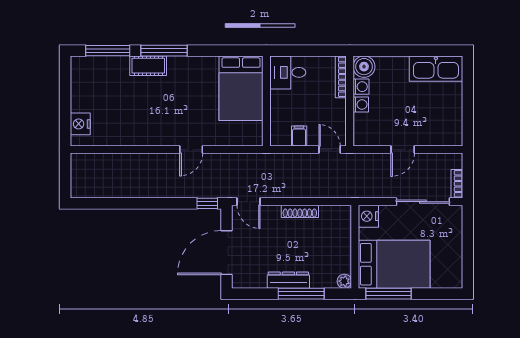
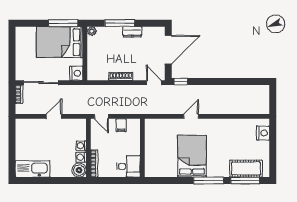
cot: (148, 66) -> (246, 169), moved, width x1.37, depth x1.34
bed: (241, 88) -> (192, 156), moved
dresser: (288, 280) -> (132, 32), width x0.70

